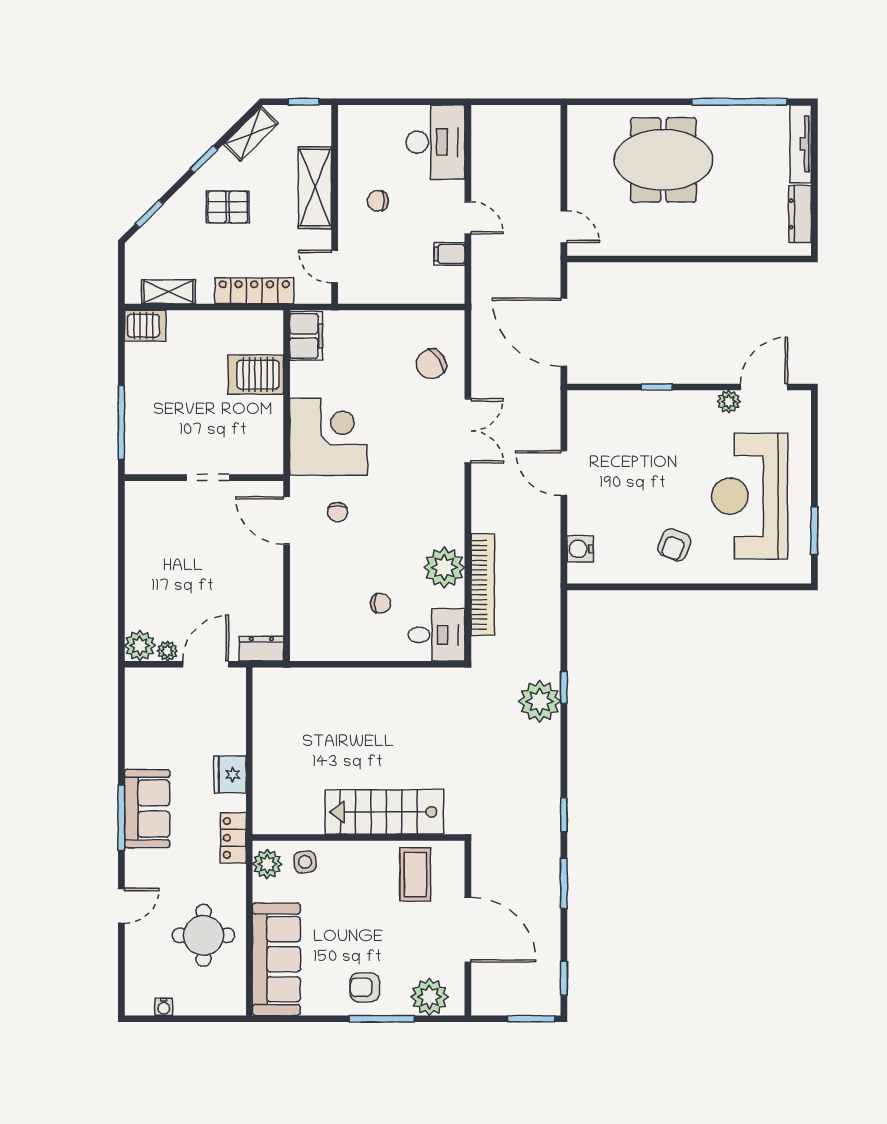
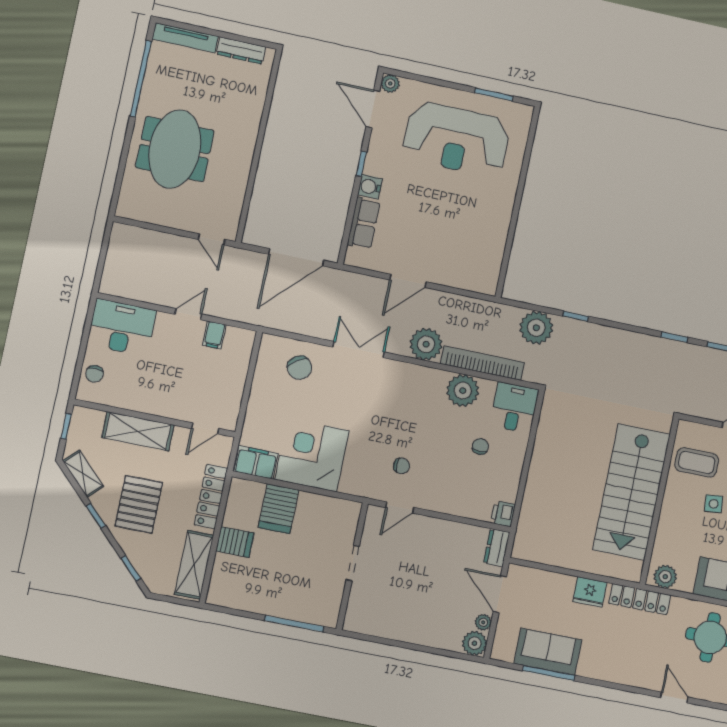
chair: (378, 201) -> (95, 374), moved
pallet: (228, 207) -> (139, 504), width x1.50, depth x1.42
door: (564, 227) -> (212, 239), swing flipped
shelving: (168, 292) -> (194, 565), width x1.50, depth x1.33
server rack: (145, 326) -> (235, 542), moved, turned 90
window: (657, 387) -> (361, 164), moved
plant: (729, 402) -> (390, 83), moved
row of seats: (623, 405) -> (364, 223), added
corner desk: (328, 437) -> (312, 455), moved
plant: (491, 511) -> (426, 344), added
door: (287, 520) -> (400, 507), width x0.73
armchair: (674, 545) -> (482, 206), removed
water cooler: (580, 549) -> (370, 187), moved, turned 90
printer: (304, 648) -> (503, 514), added
plant: (540, 701) -> (536, 328), moved
sofa: (147, 809) -> (548, 652), moved
stairs: (384, 812) -> (631, 492), width x1.36, depth x1.51
window: (121, 818) -> (549, 673), moved
locker: (233, 838) -> (640, 599), width x1.53
side table: (305, 862) -> (714, 504), moved

